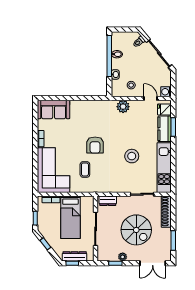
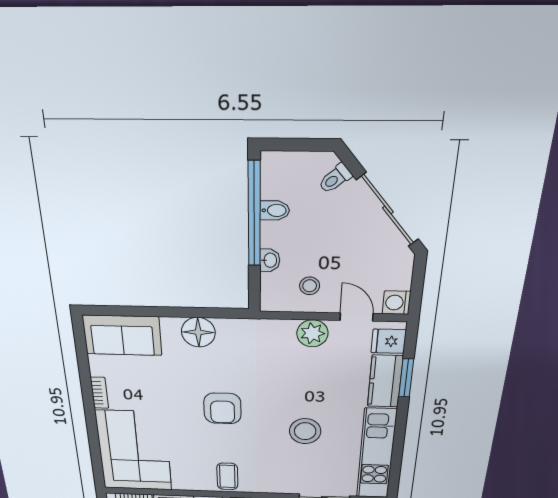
floor lamp: (86, 107) -> (198, 332), added
plant: (123, 107) -> (312, 333), moved
coffee table: (85, 169) -> (227, 476), moved

